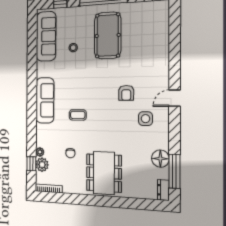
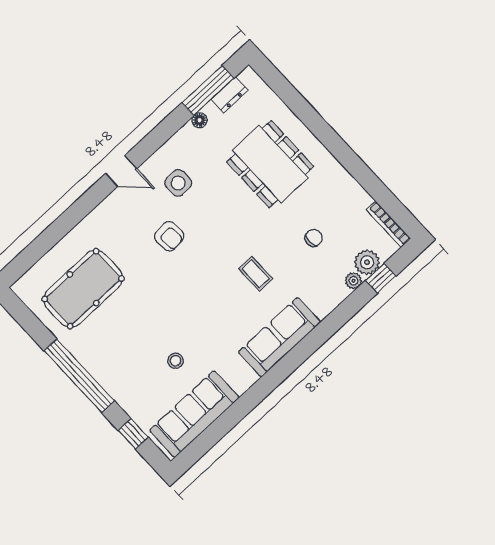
pool table: (108, 35) -> (83, 289), moved
armchair: (126, 93) -> (169, 236), turned 86
floor lamp: (160, 159) -> (200, 120), width x0.53, depth x0.53
dining table: (104, 173) -> (270, 164), moved, turned 90
dresser: (163, 190) -> (229, 95), moved

